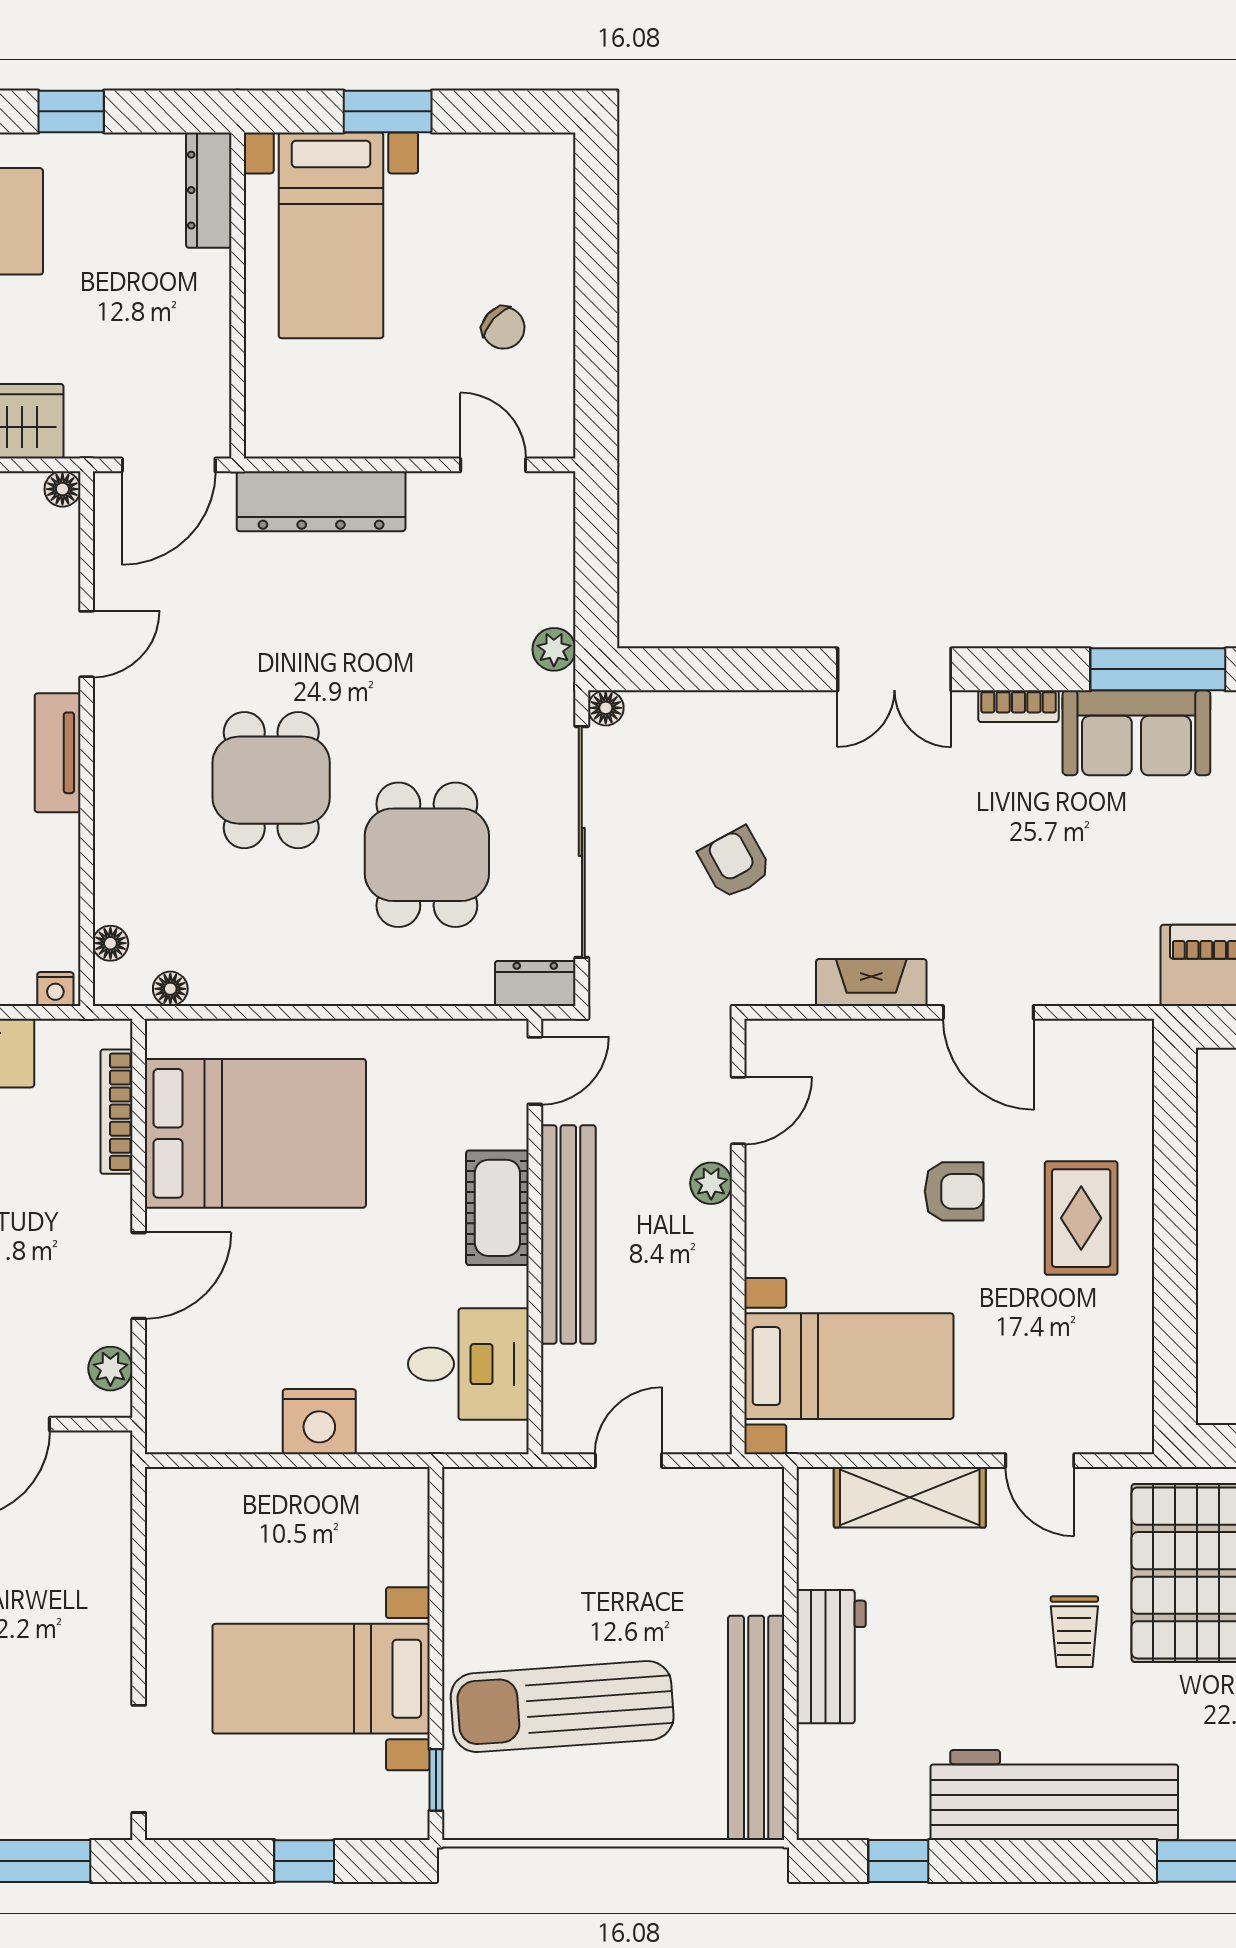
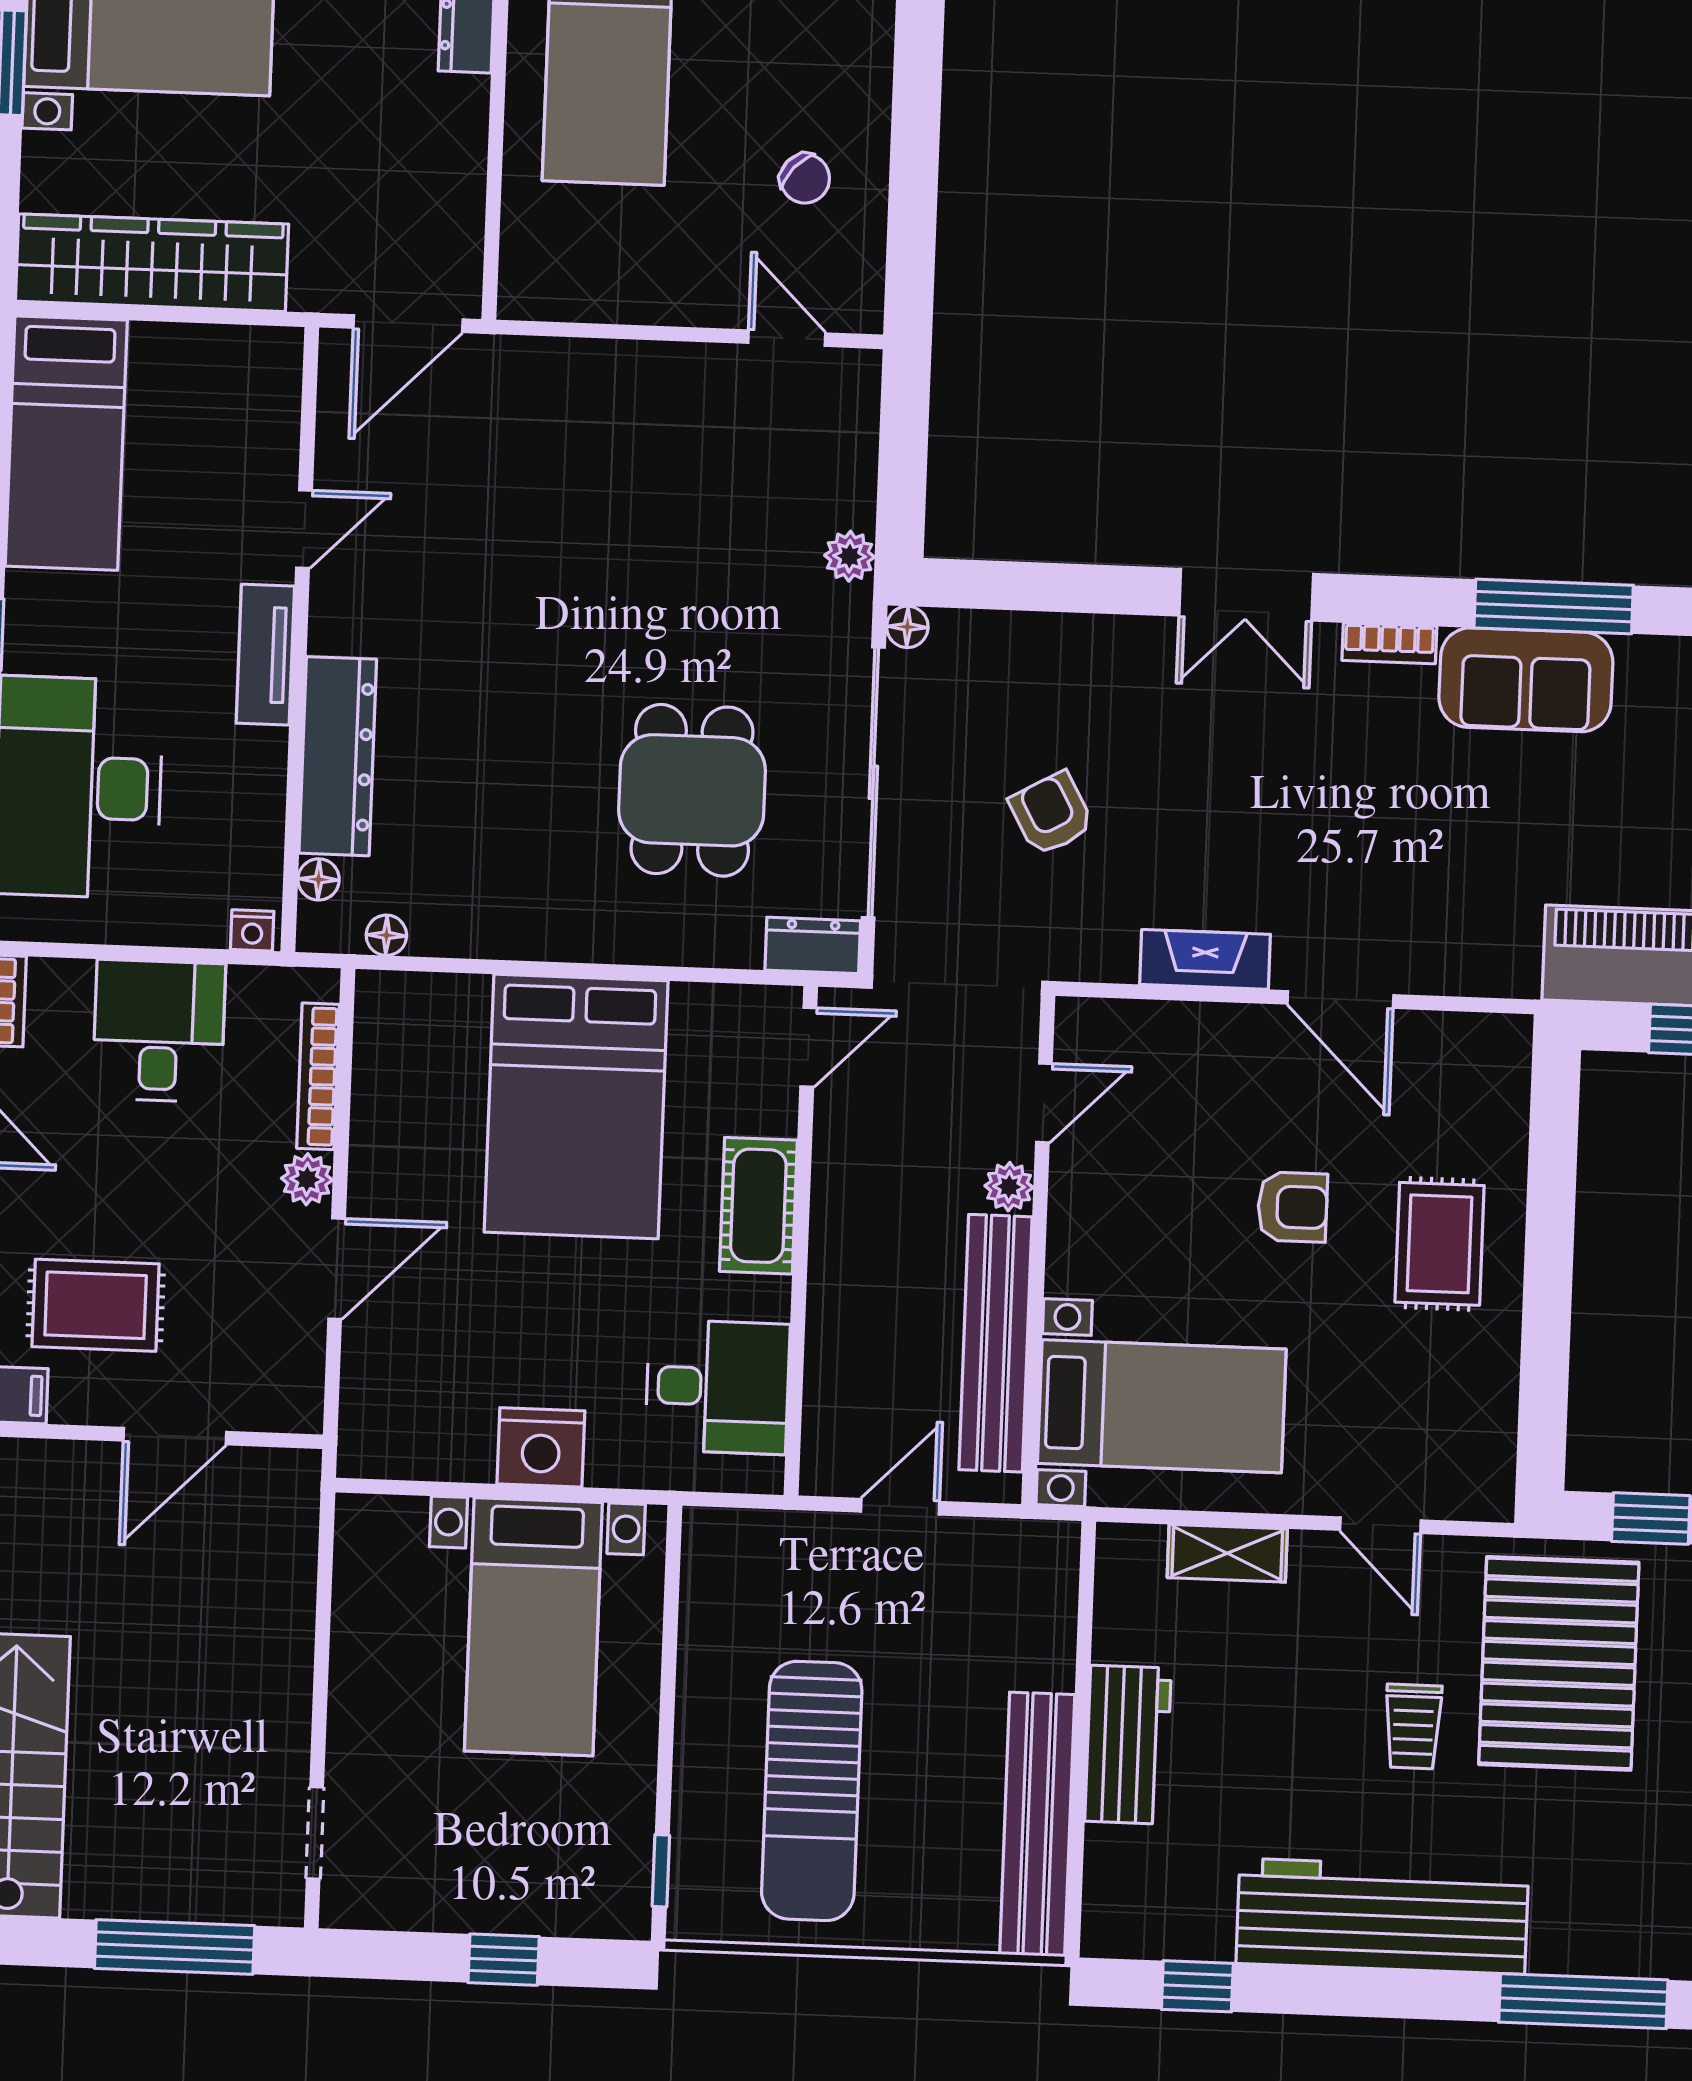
floor lamp: (62, 489) -> (283, 347), removed
dresser: (321, 501) -> (338, 756), moved, turned -90
dining table: (271, 780) -> (514, 696), removed
bed: (255, 1133) -> (576, 1107), moved, turned 90
bench: (568, 1234) -> (996, 1343), moved
plant: (110, 1369) -> (307, 1179), moved
shelving: (910, 1497) -> (1227, 1553), width x0.67, depth x0.75
bed with nightstands: (321, 1679) -> (533, 1627), moved, turned -90
sun lounger: (562, 1707) -> (812, 1791), turned -86
doorway: (139, 1759) -> (315, 1833), width x0.73

